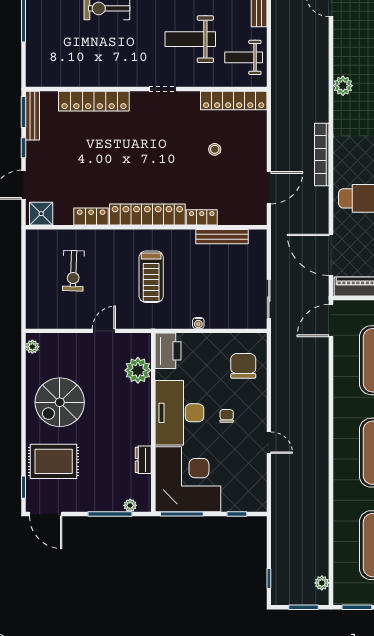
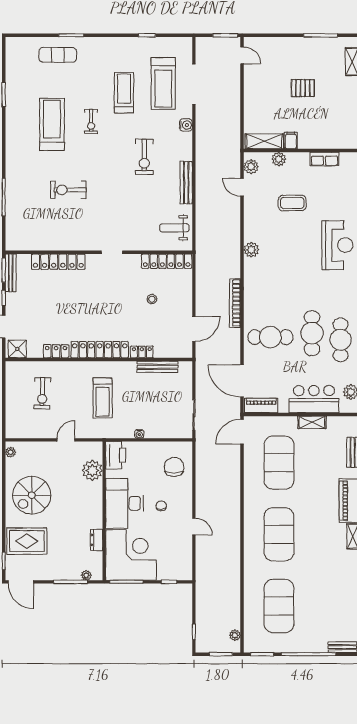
weight bench: (190, 39) -> (133, 214), removed

